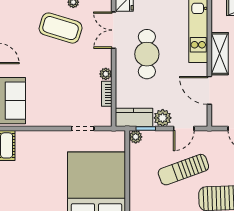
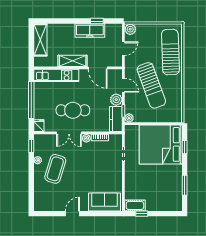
double door: (114, 30) -> (69, 133), moved
door: (209, 90) -> (98, 68), hinge flipped
sun lounger: (183, 170) -> (151, 85), width x1.36, depth x1.34

